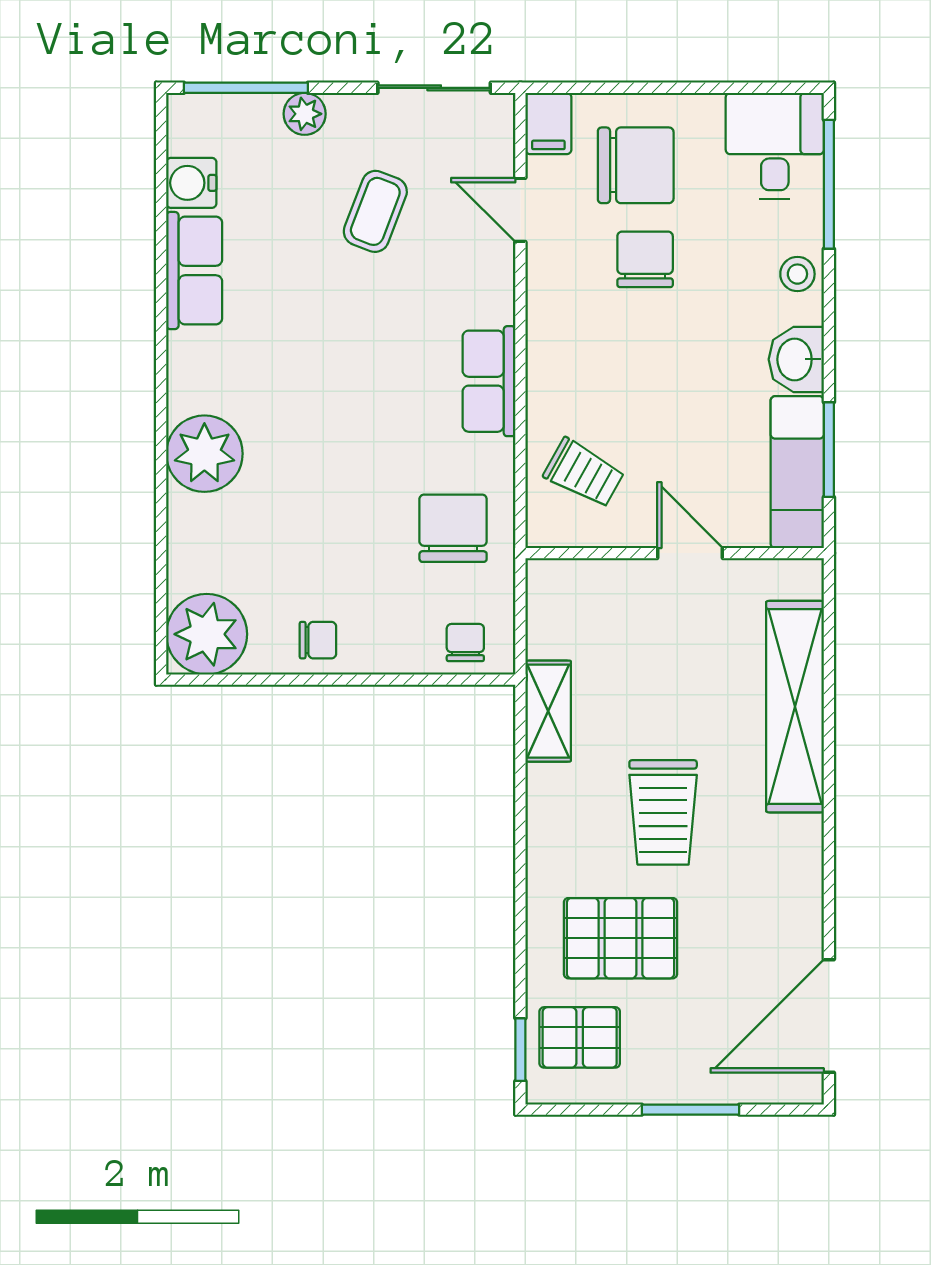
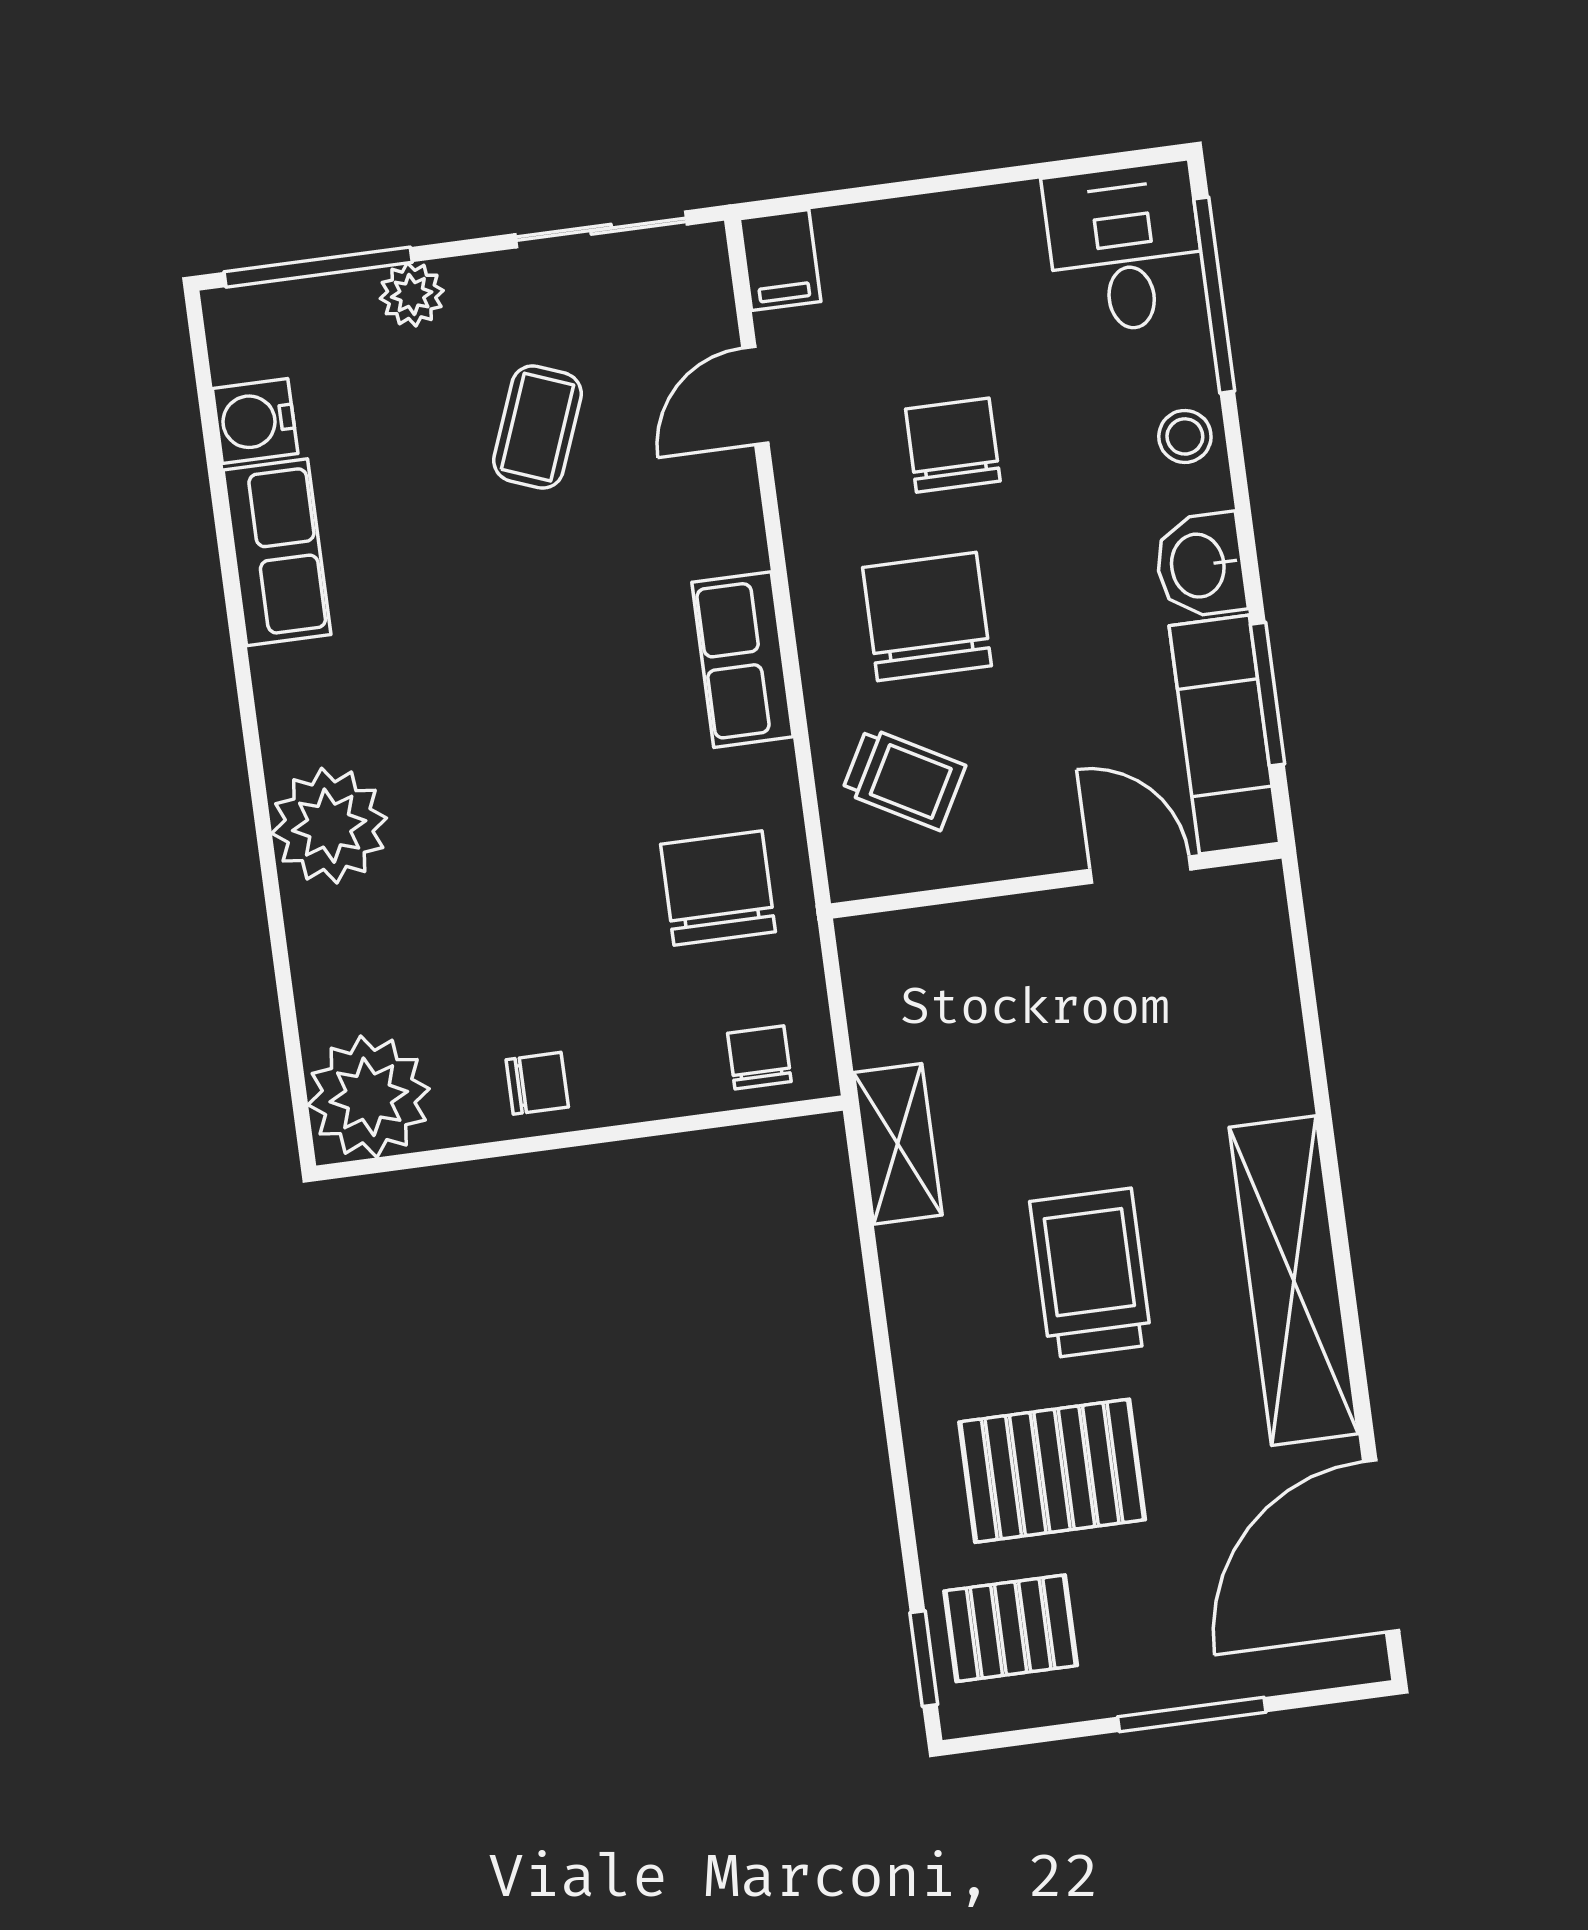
chair: (636, 165) -> (927, 617), moved, turned -90
door: (520, 210) -> (755, 396), hinge flipped
door: (690, 553) -> (1140, 870), moved
shelving: (795, 707) -> (1294, 1281), moved
trolley: (663, 812) -> (1091, 1273), turned 180

